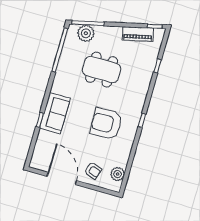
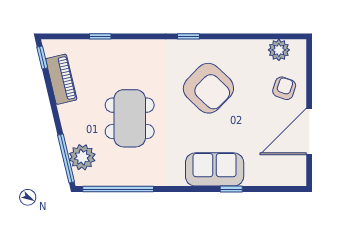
armchair: (106, 124) -> (208, 88), turned -44

